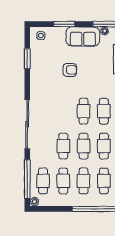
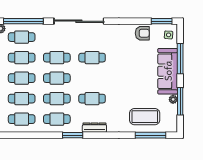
window: (64, 24) -> (180, 59), width x1.44
sofa: (83, 36) -> (168, 71), width x1.36
window: (27, 59) -> (162, 21), moved
armchair: (70, 70) -> (142, 33), moved, turned -90
cafe table: (84, 111) -> (92, 58), moved

